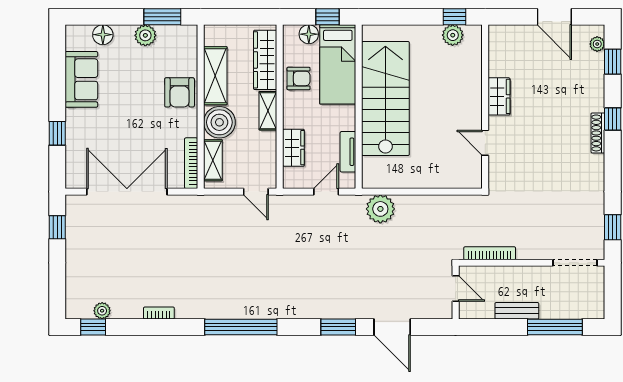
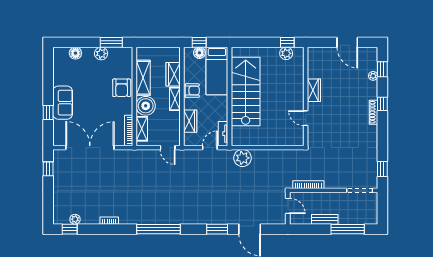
window: (328, 17) -> (199, 42), moved
plant: (597, 44) -> (373, 76), moved
wardrobe: (265, 60) -> (173, 74), width x0.67
armchair: (299, 78) -> (192, 91), moved
sofa: (81, 79) -> (63, 103), moved
tv unit: (348, 152) -> (223, 134), moved

